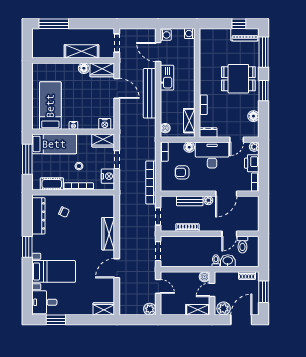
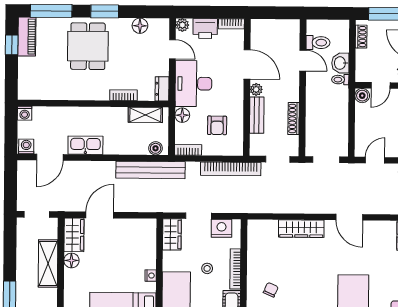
bench: (150, 93) -> (151, 170), moved
nightstand: (105, 124) -> (149, 232), removed
door: (212, 290) -> (381, 85), hinge flipped

